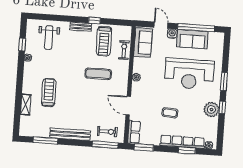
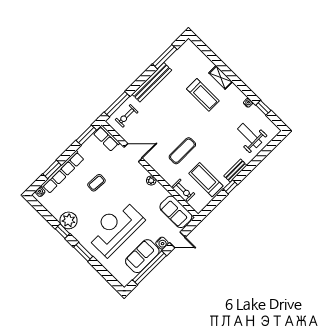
shelving: (26, 105) -> (221, 77), moved

